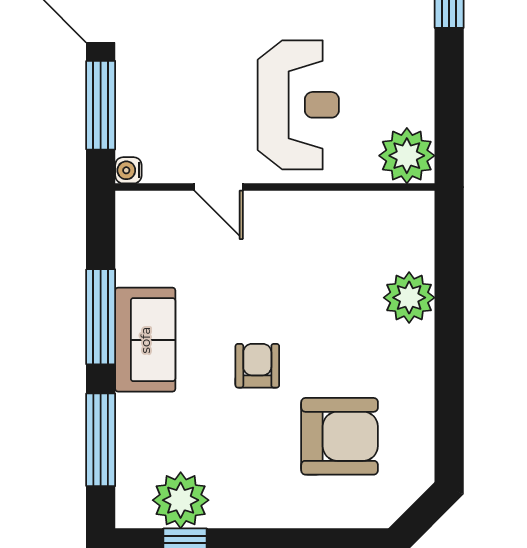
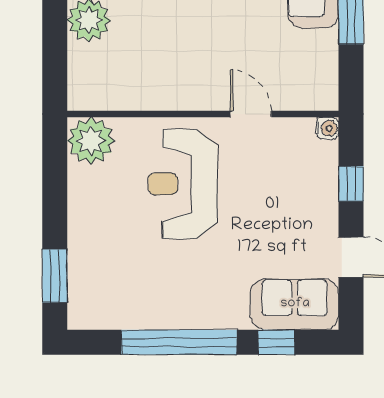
window: (101, 105) -> (351, 184), width x0.46

